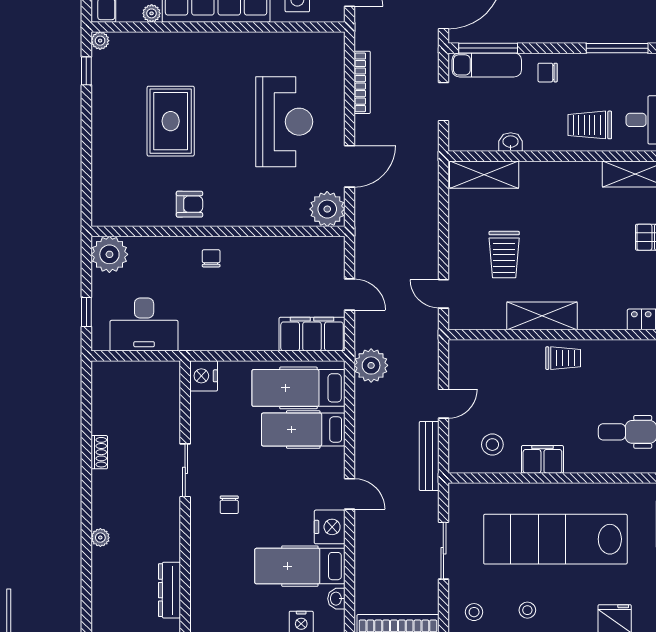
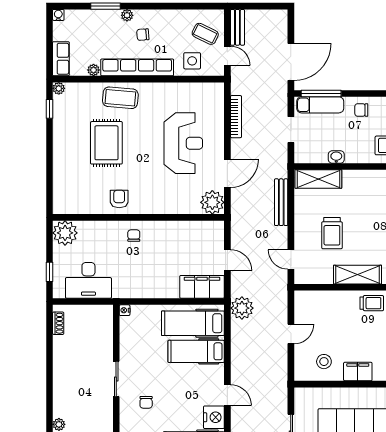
coffee table: (191, 54) -> (120, 98), added
armchair: (189, 204) -> (119, 199), turned -90
nightstand: (204, 376) -> (125, 310), width x0.53, depth x0.56
shoe rack: (99, 452) -> (58, 323), moved
bench: (429, 456) -> (281, 202), moved

